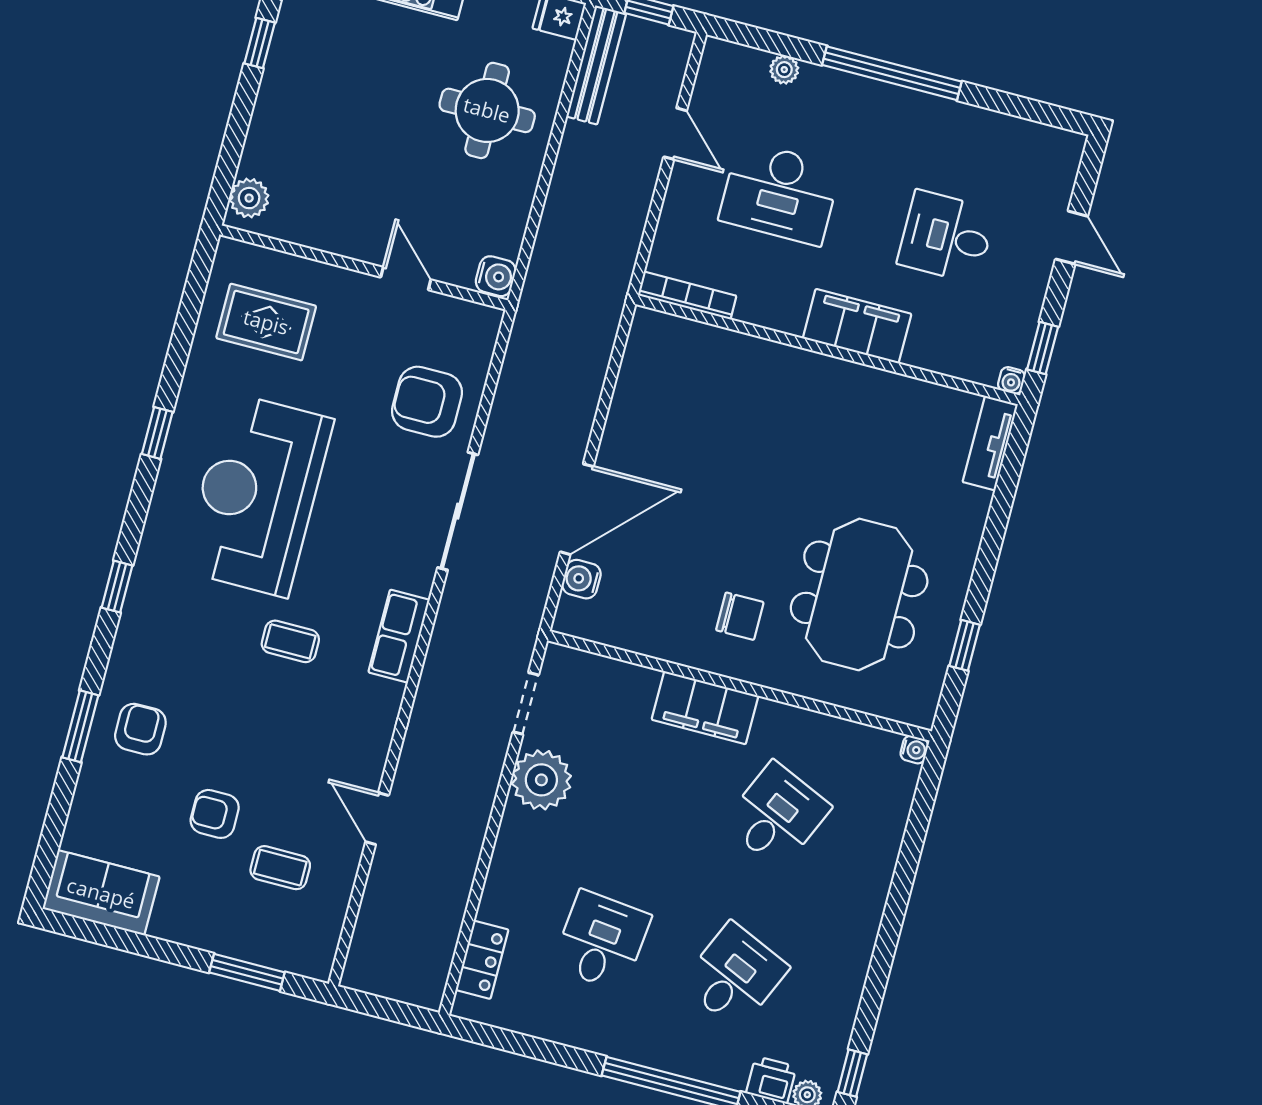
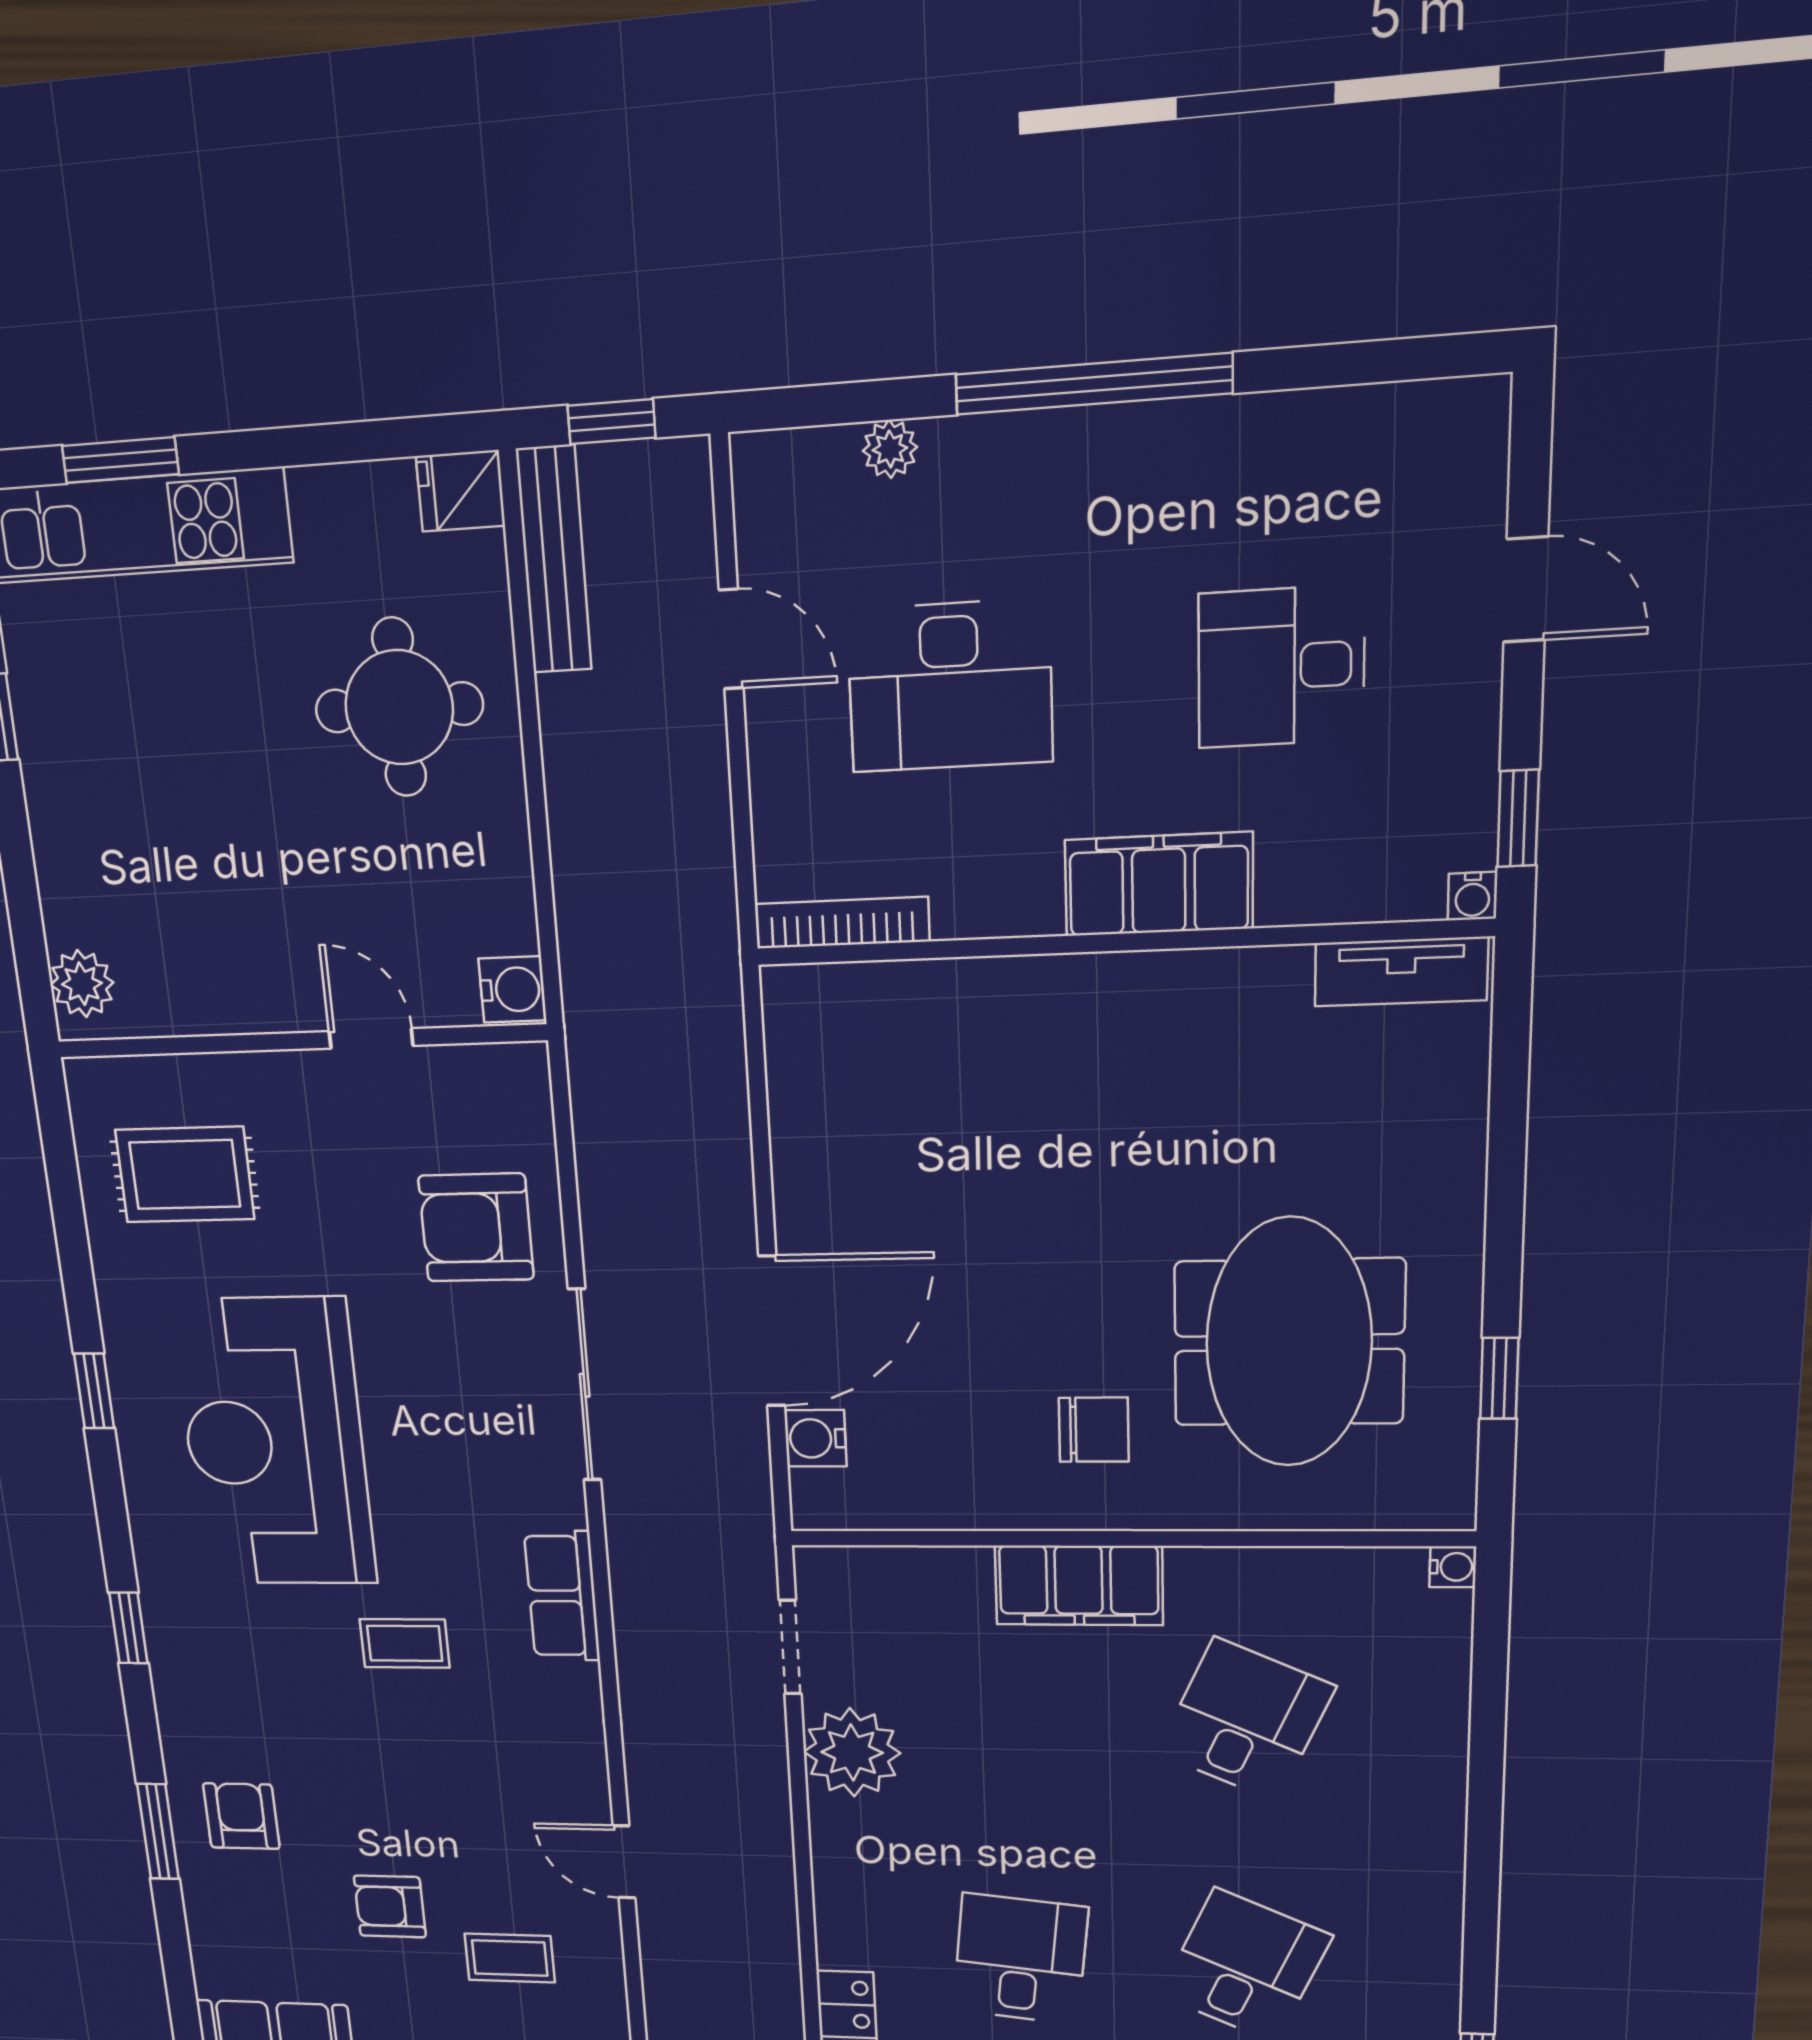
tv unit: (990, 443) -> (1401, 972), moved, turned -90

